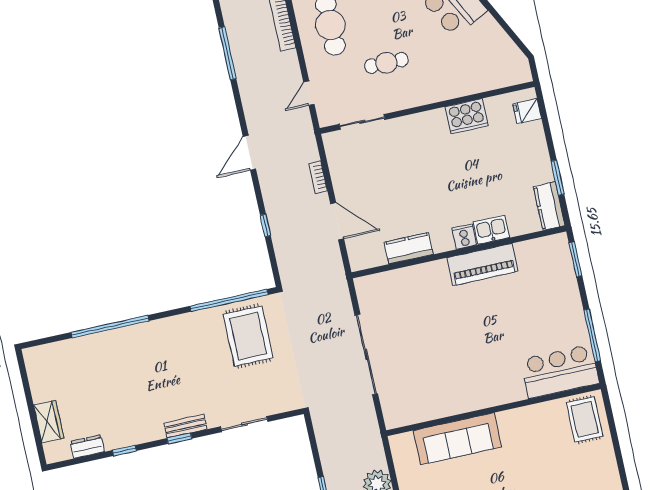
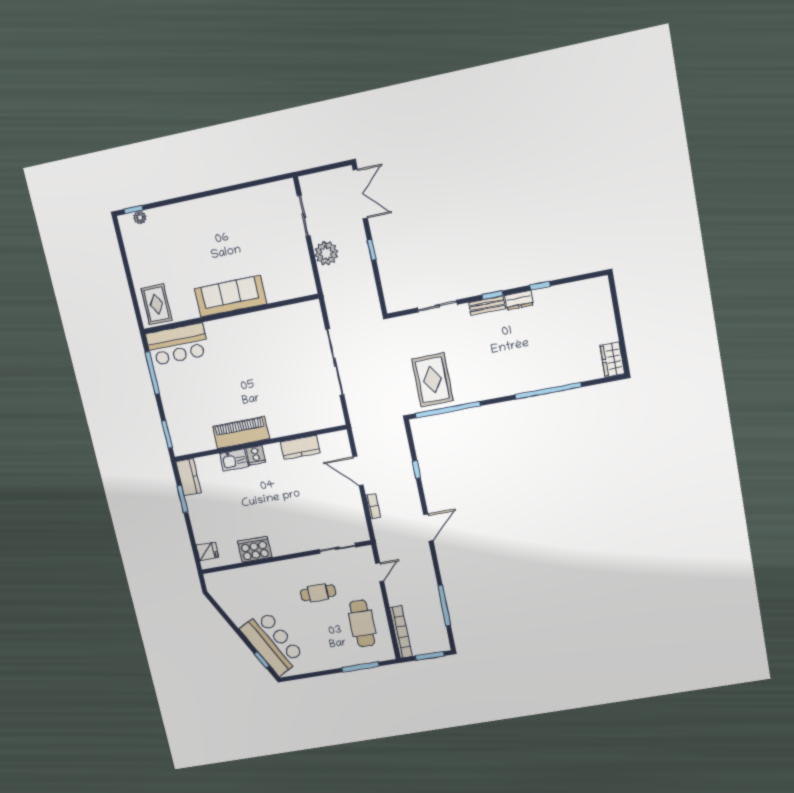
wardrobe: (49, 422) -> (612, 360), moved
sofa: (457, 439) -> (231, 296), moved
dresser: (87, 447) -> (519, 300), moved

